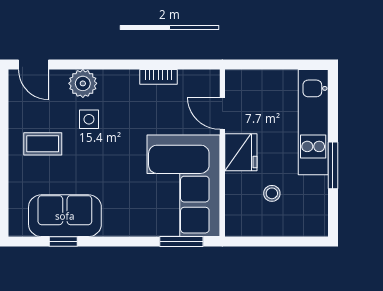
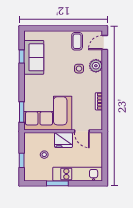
door: (222, 113) -> (82, 131), swing flipped
coffee table: (43, 144) -> (77, 41), moved
window: (284, 242) -> (22, 160), added

